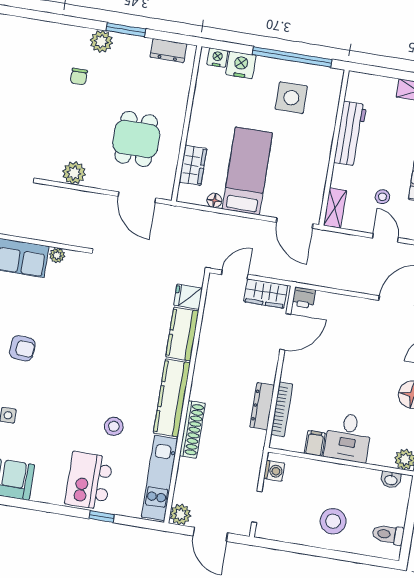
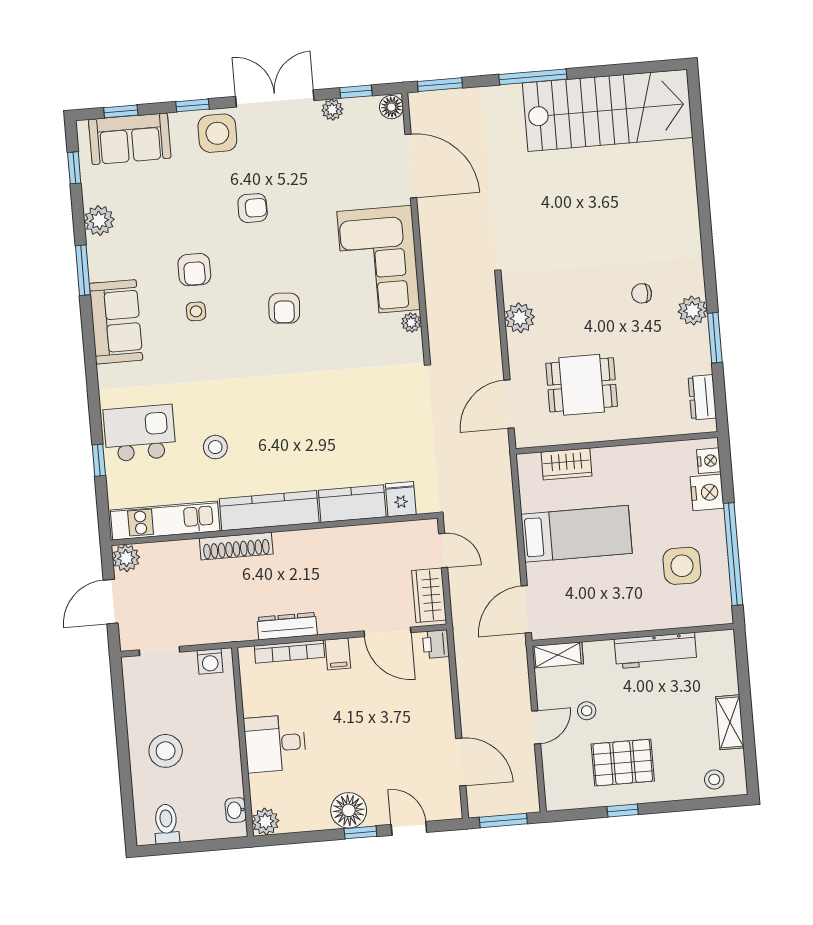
floor lamp: (214, 200) -> (529, 502), removed
filing cabinet: (315, 443) -> (338, 654), moved, turned 90

